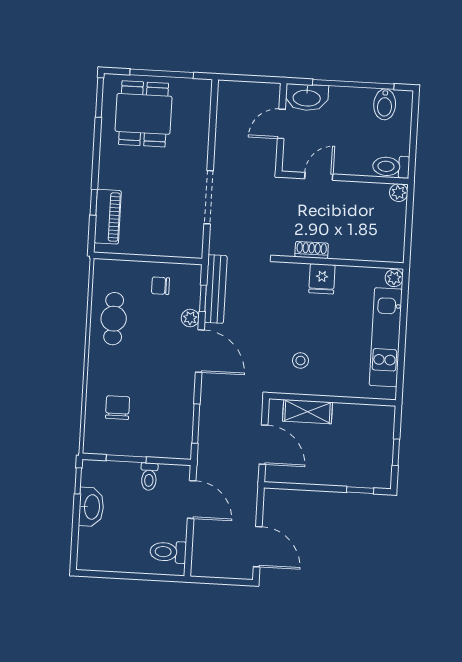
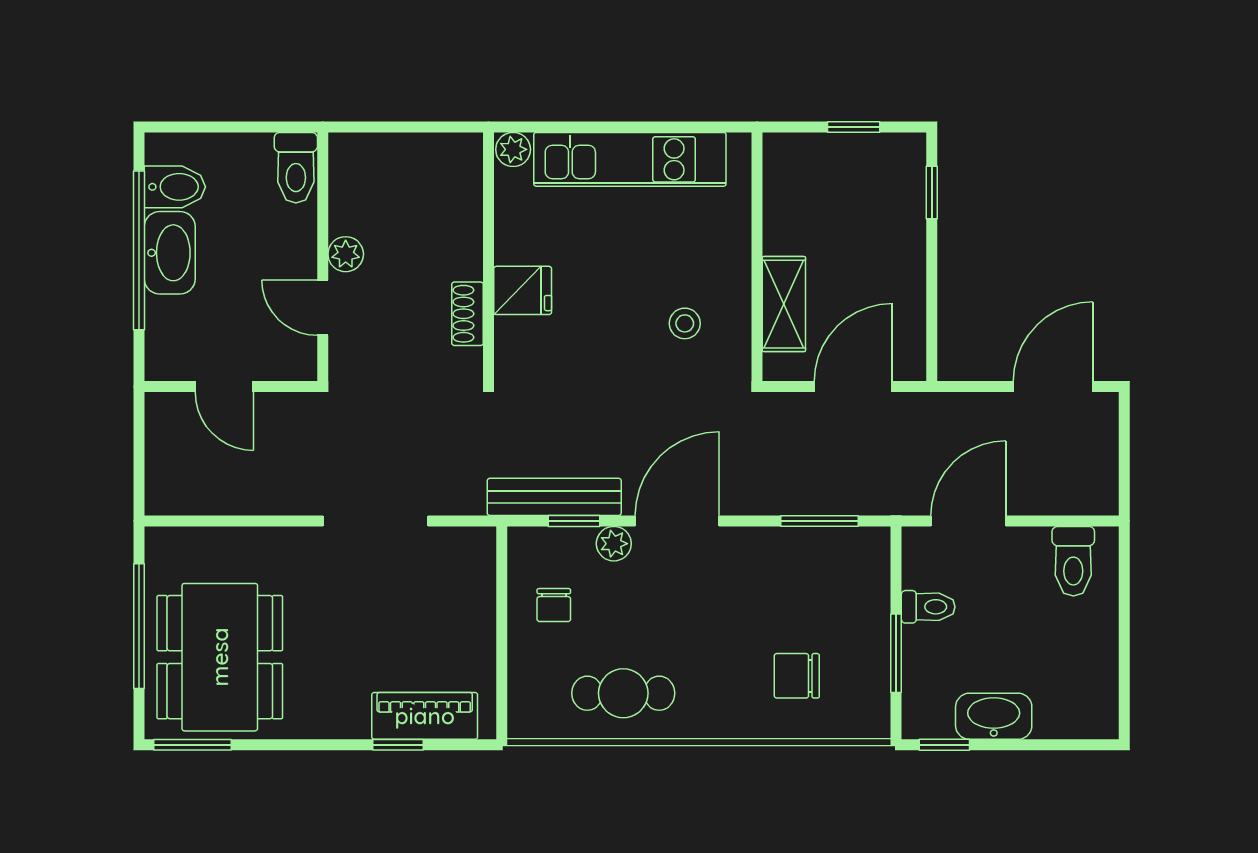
washbasin: (307, 97) -> (170, 253), moved
dining table: (144, 114) -> (220, 657), width x1.37
plant: (399, 193) -> (346, 254), moved

